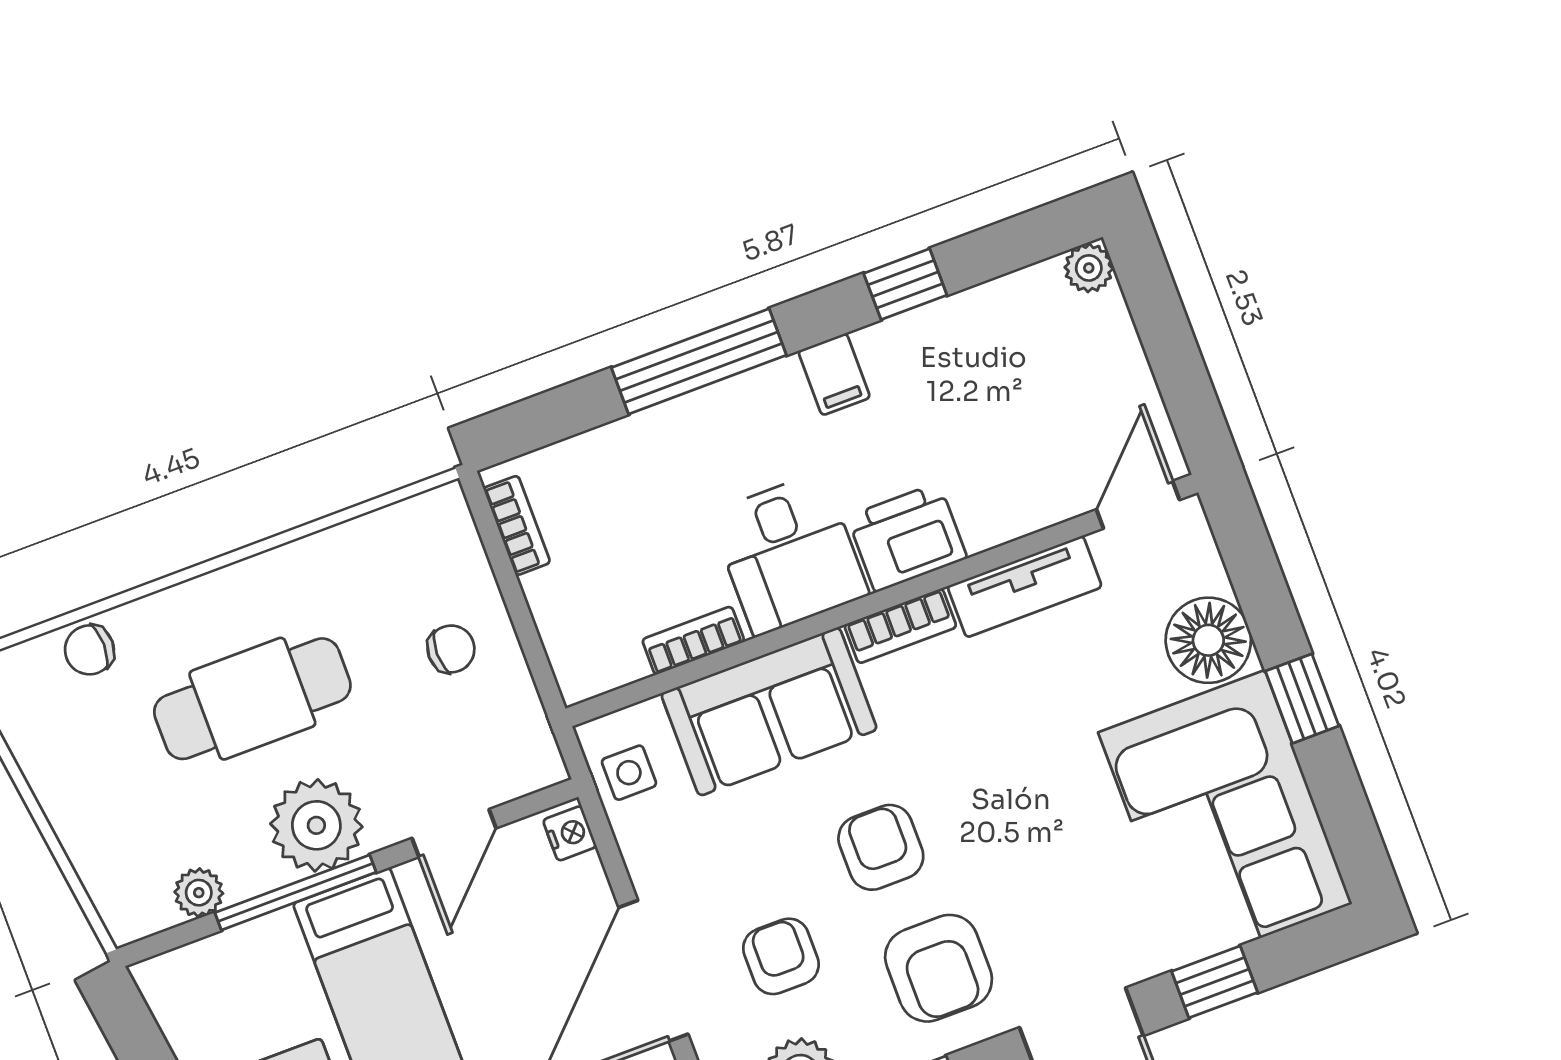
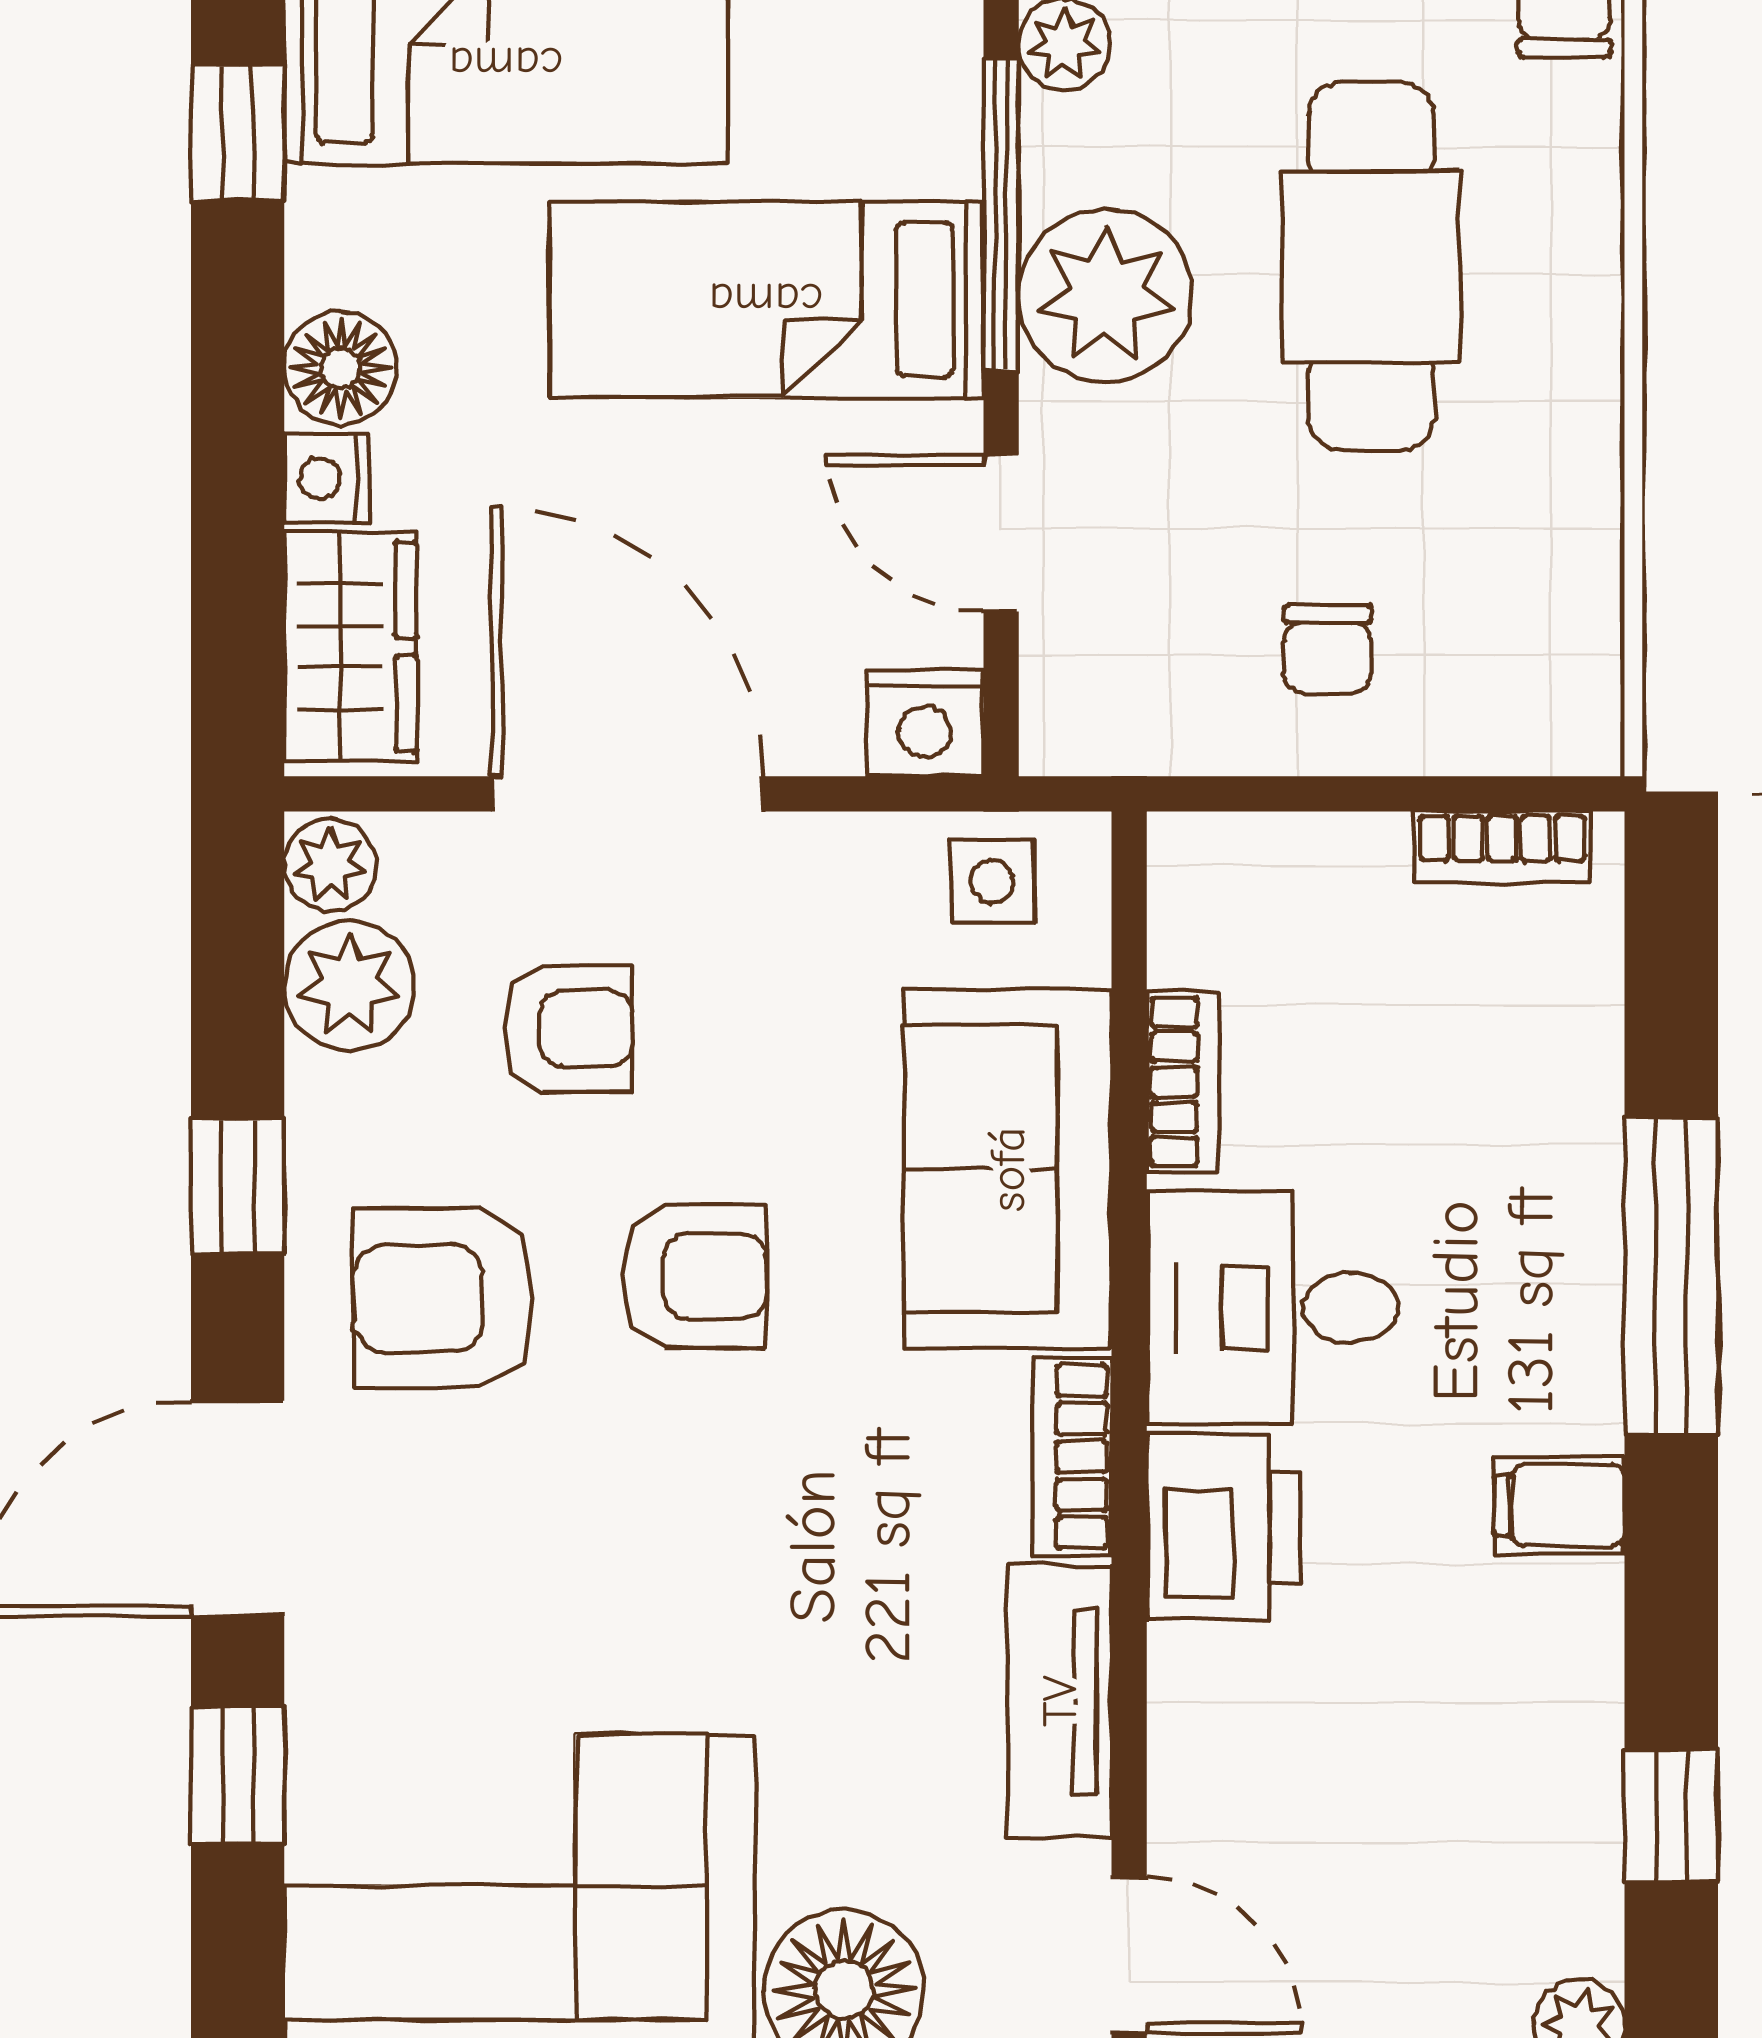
window: (905, 284) -> (1671, 1816), moved
nightstand: (570, 833) -> (924, 723), width x1.39, depth x1.35

